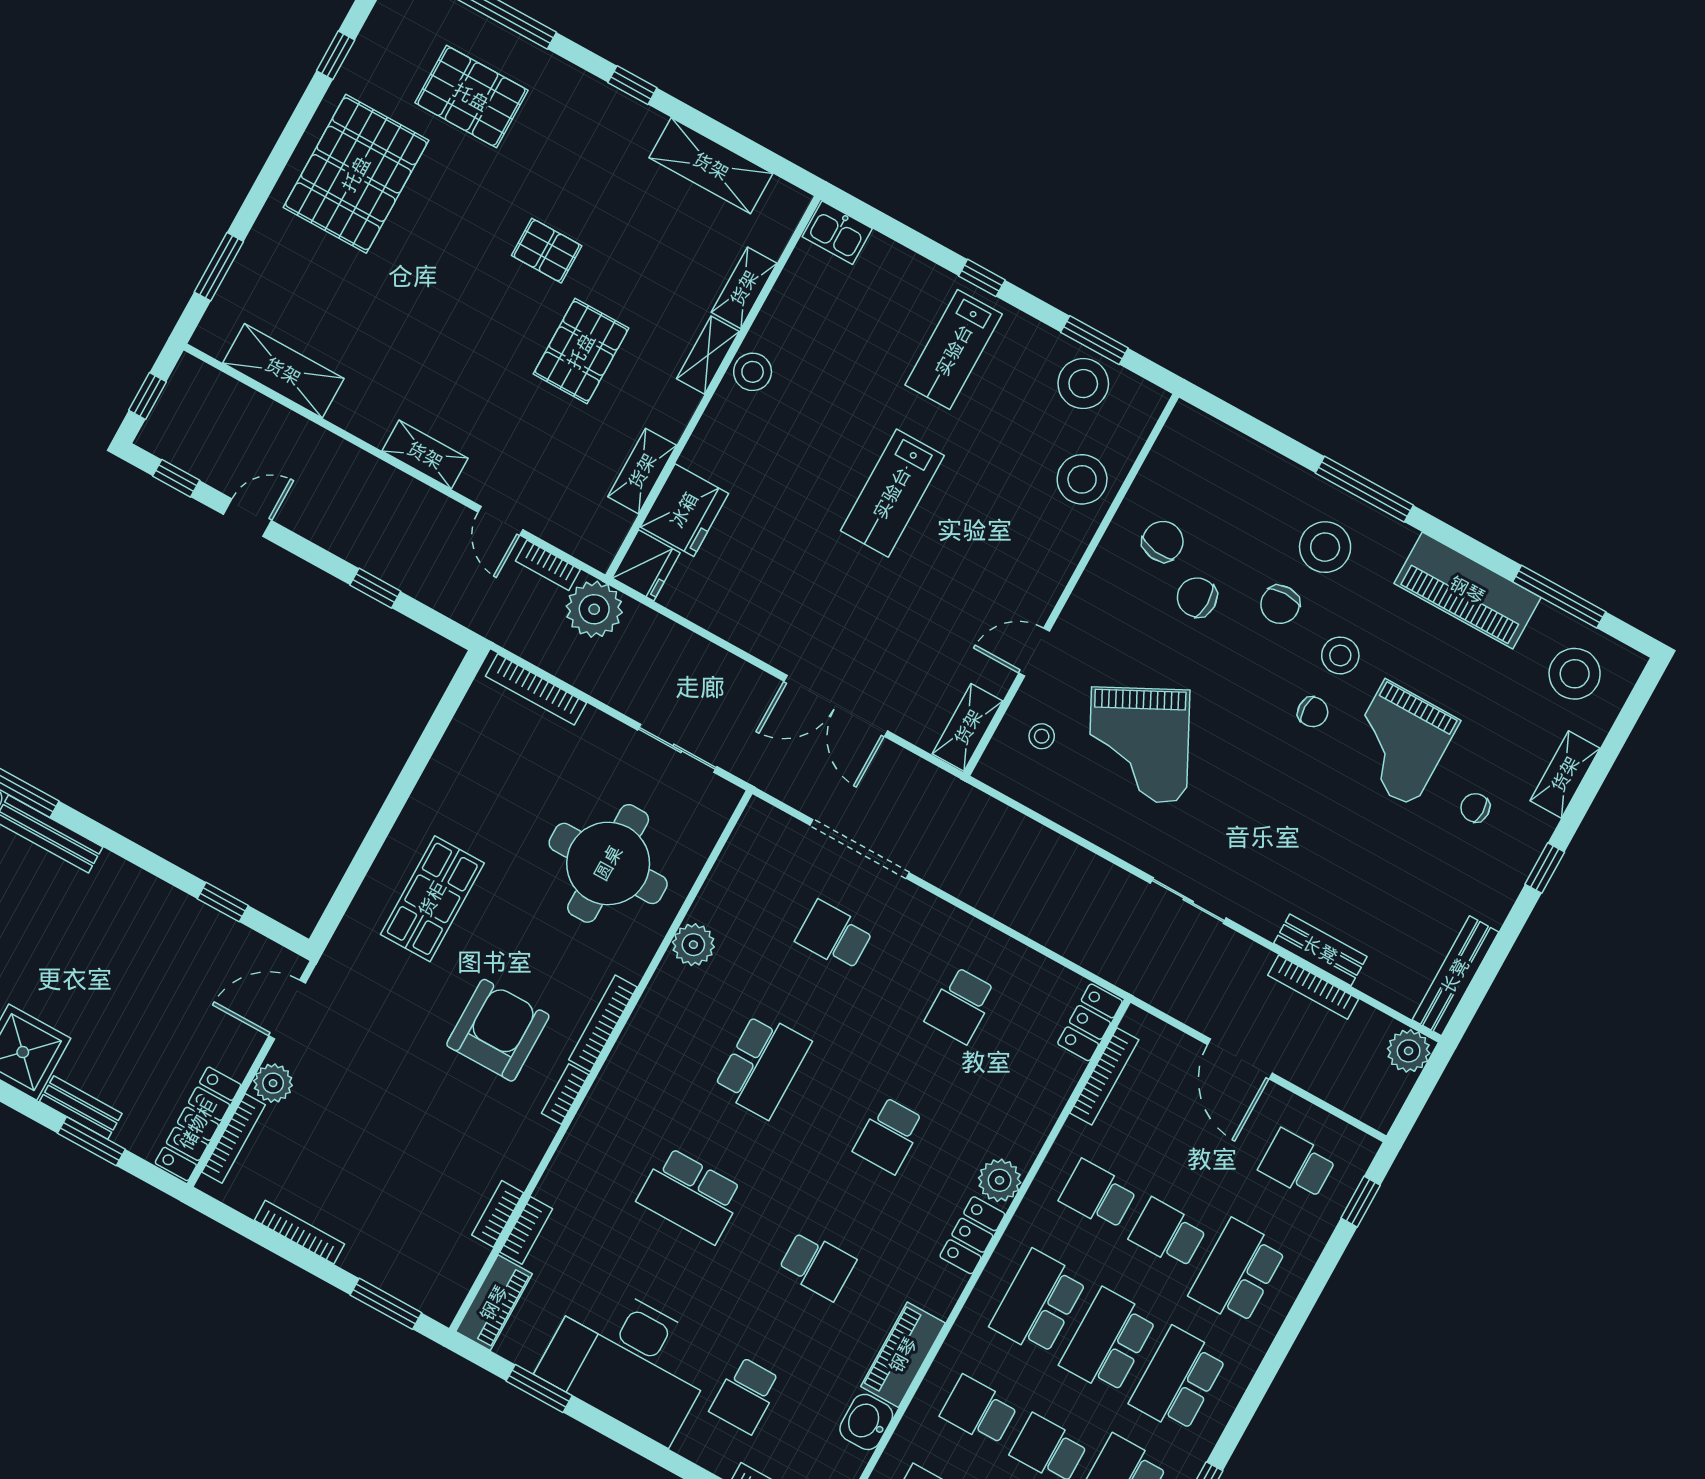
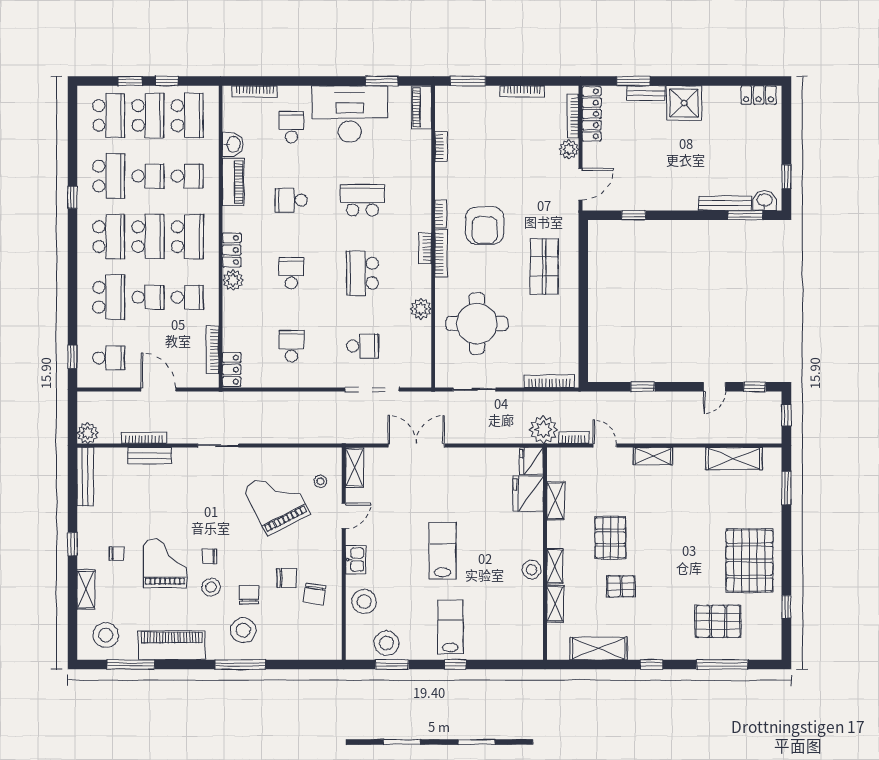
kitchen sink: (837, 233) -> (356, 560), moved, turned 90
pallet: (547, 251) -> (621, 586), moved
bookcase: (526, 1230) -> (425, 248), moved

